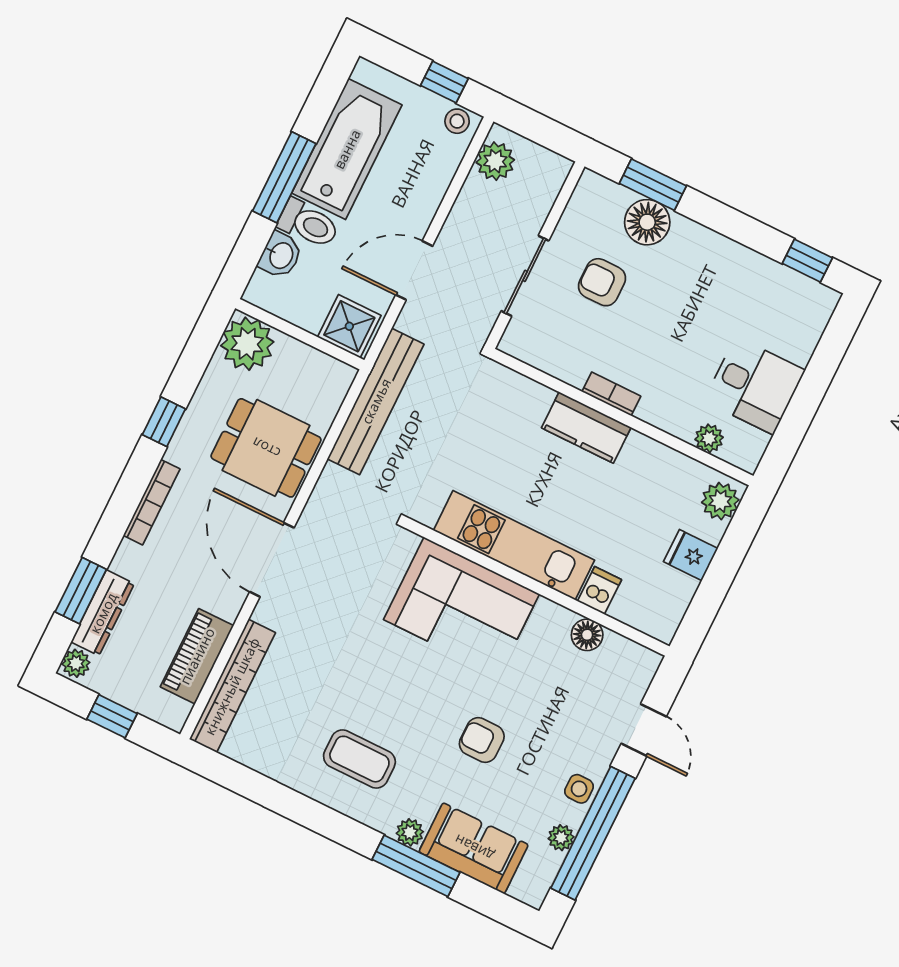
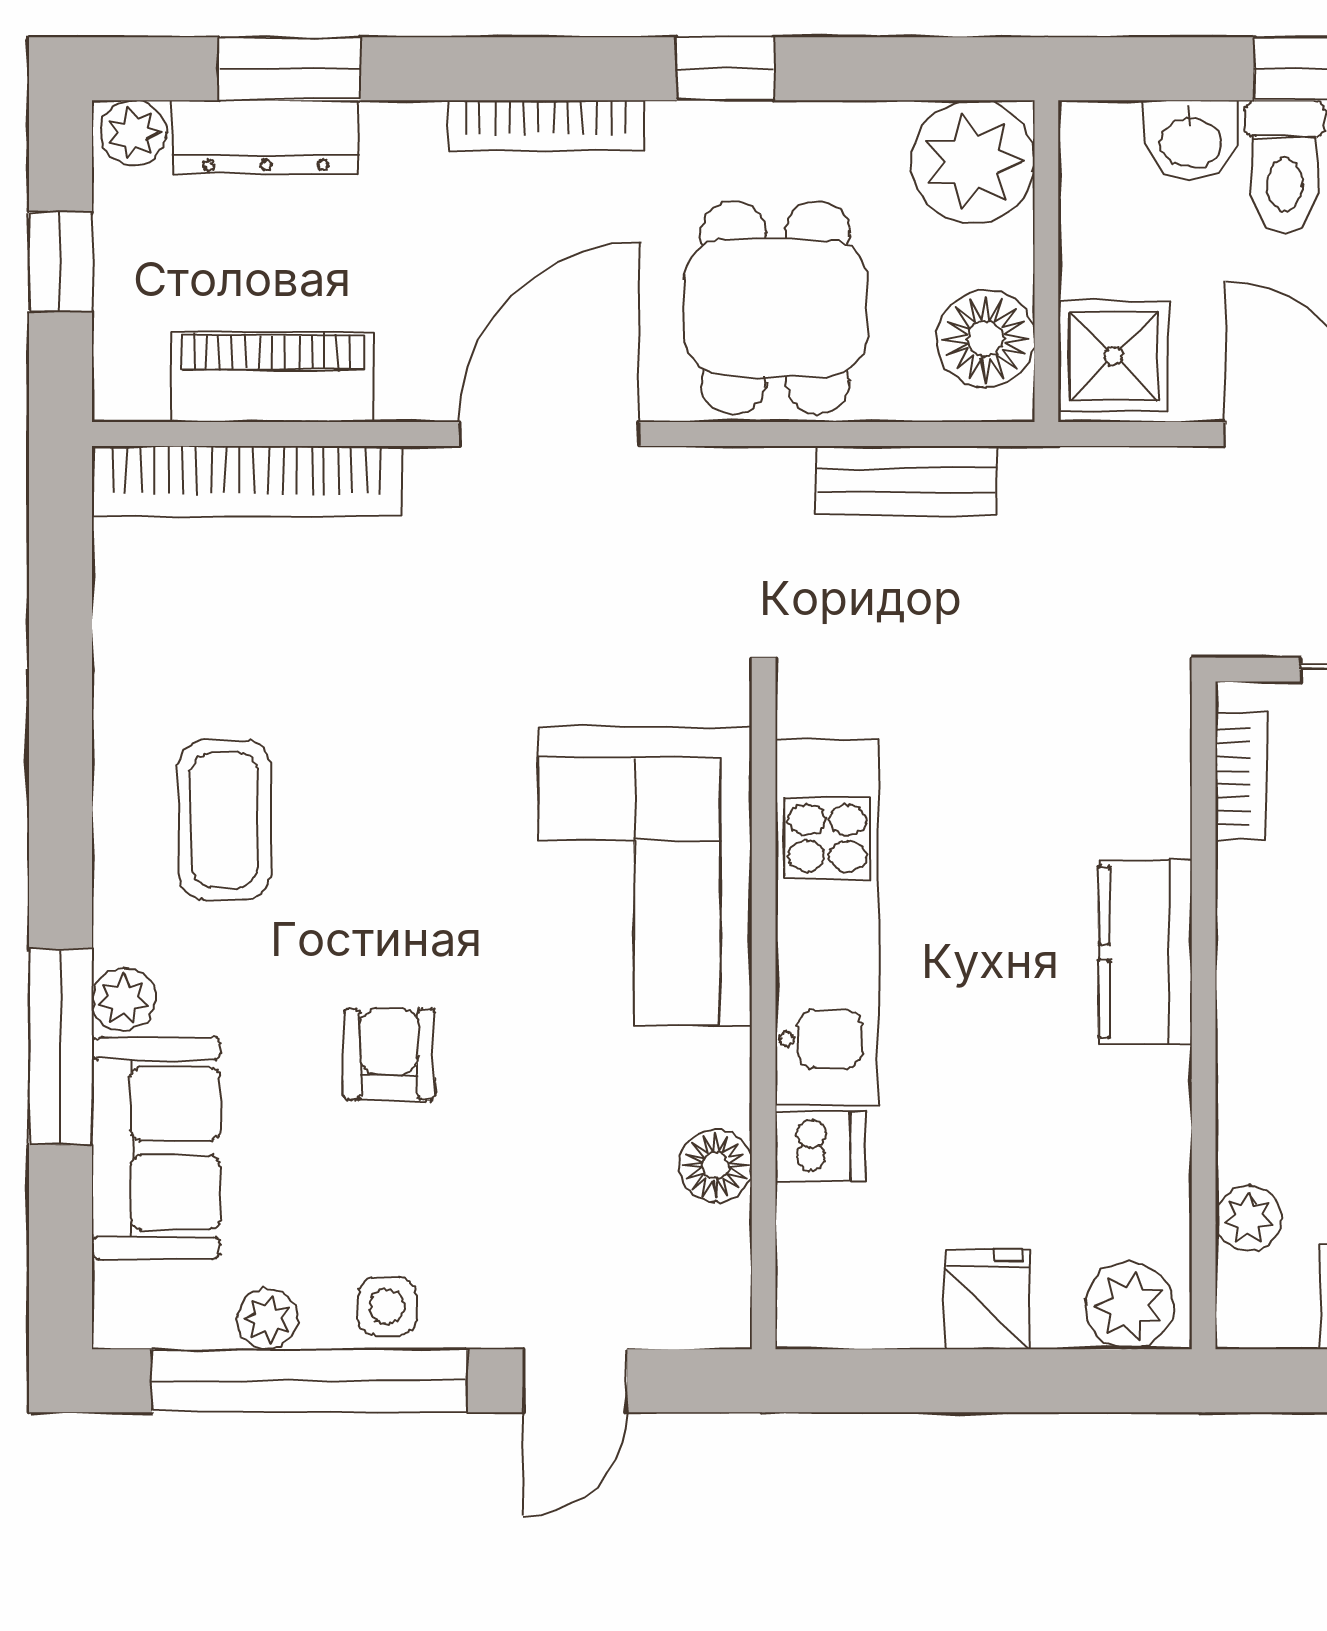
floor lamp: (318, 372) -> (986, 339), added
bookcase: (611, 394) -> (1241, 777), moved
bench: (376, 401) -> (906, 480), width x0.54, depth x0.82

